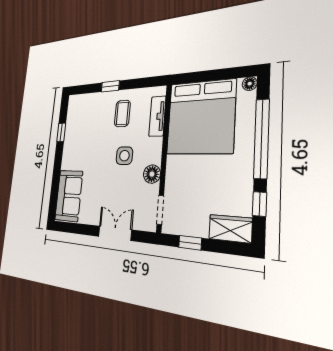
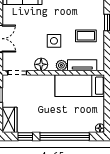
bed: (201, 117) -> (80, 86), width x0.49
plant: (155, 145) -> (61, 65), added

